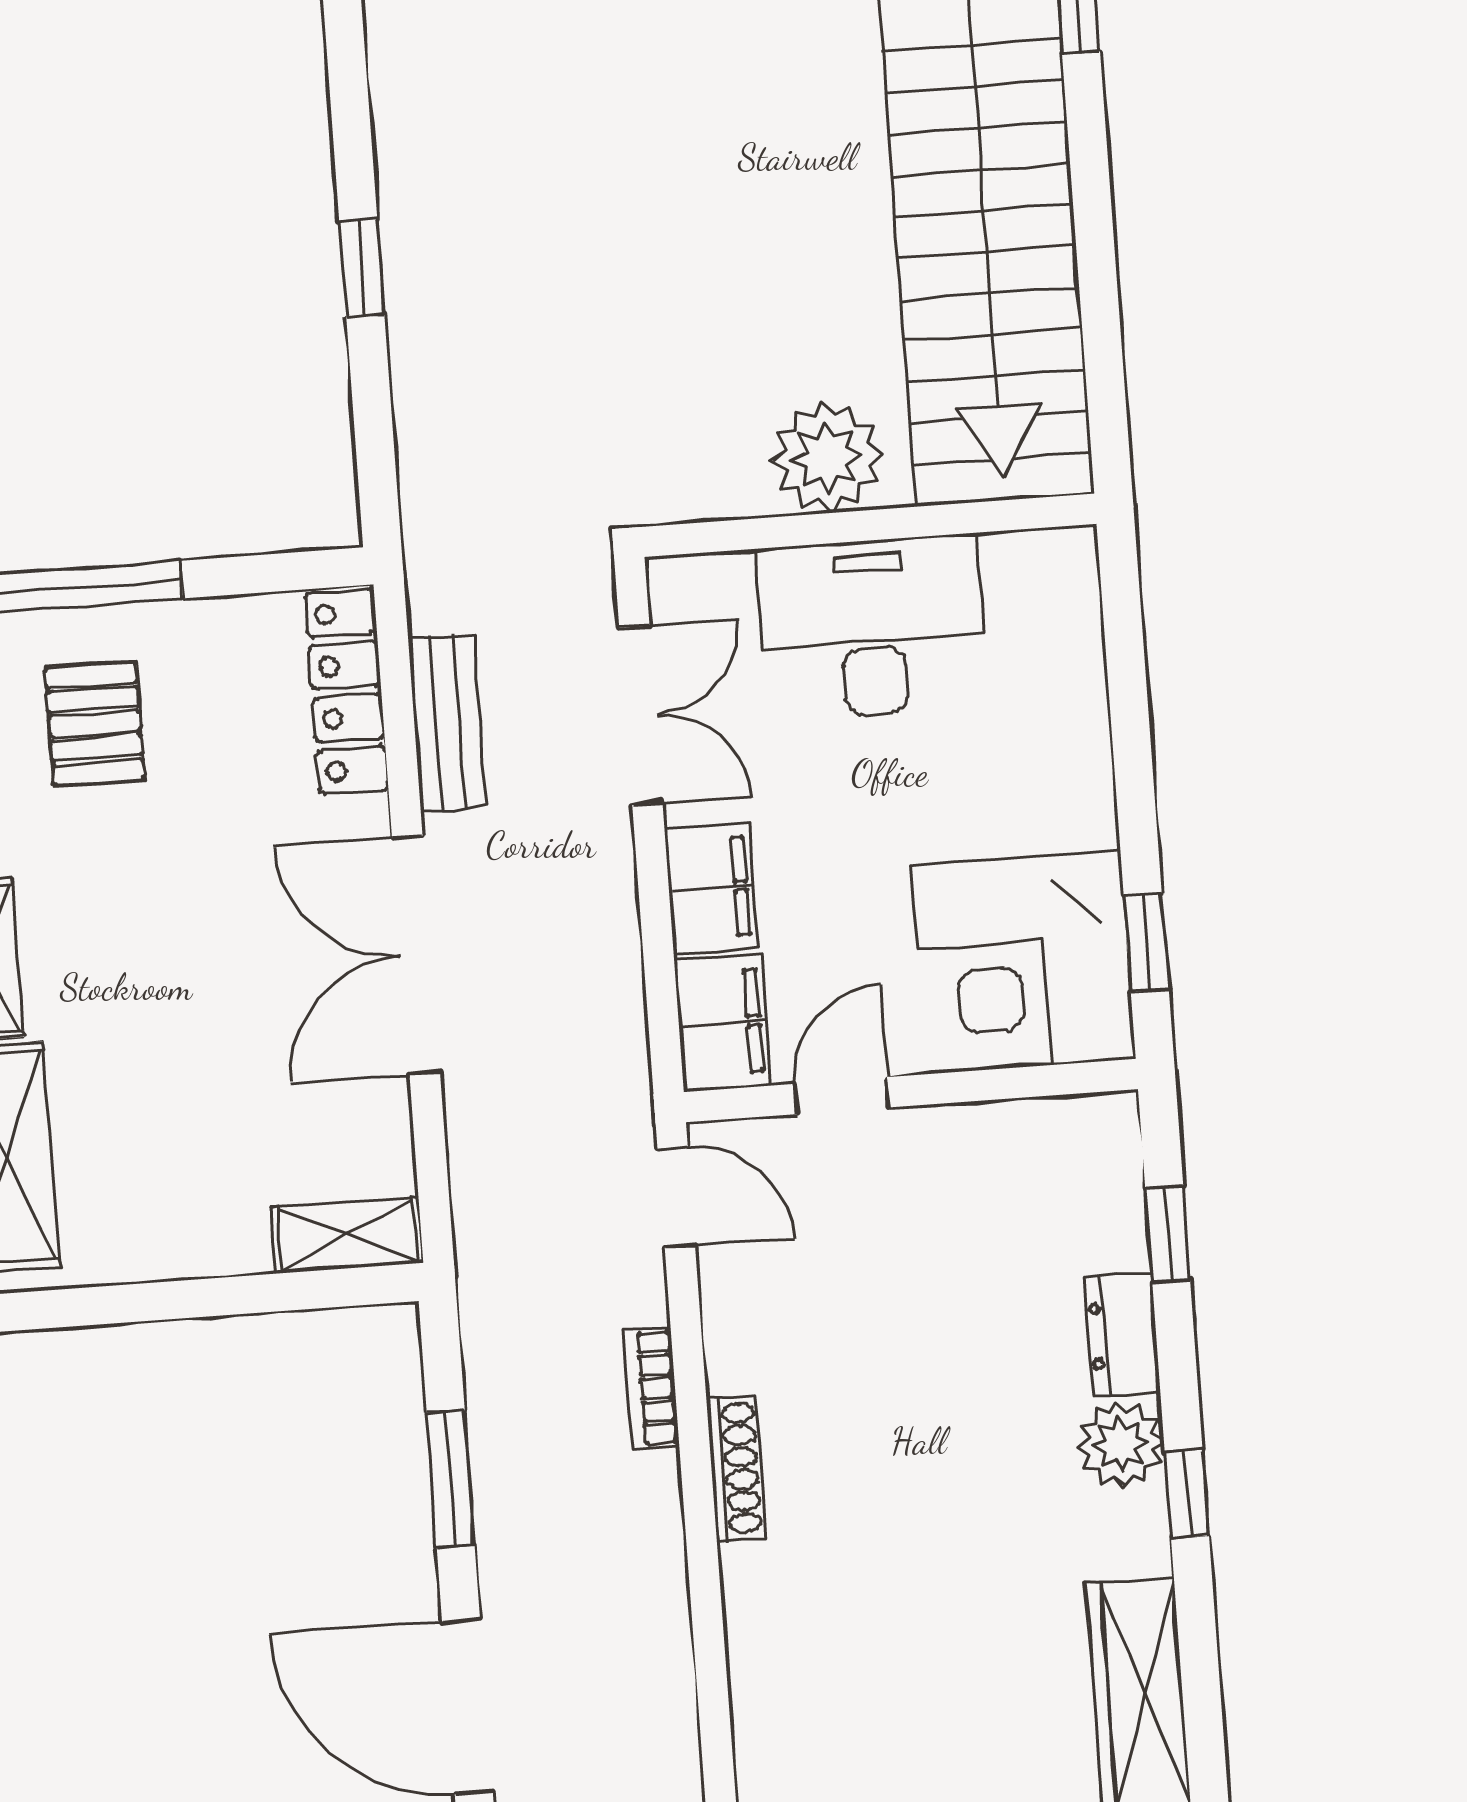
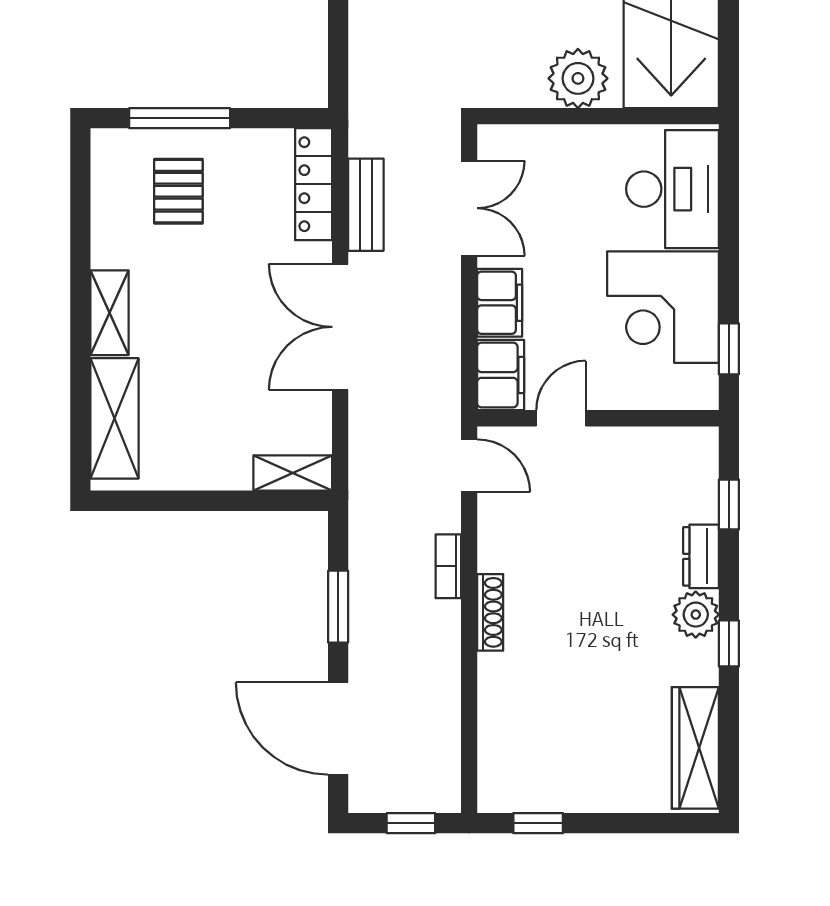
desk: (872, 627) -> (672, 189), moved, turned 90
corner desk: (1024, 962) -> (663, 307), moved

